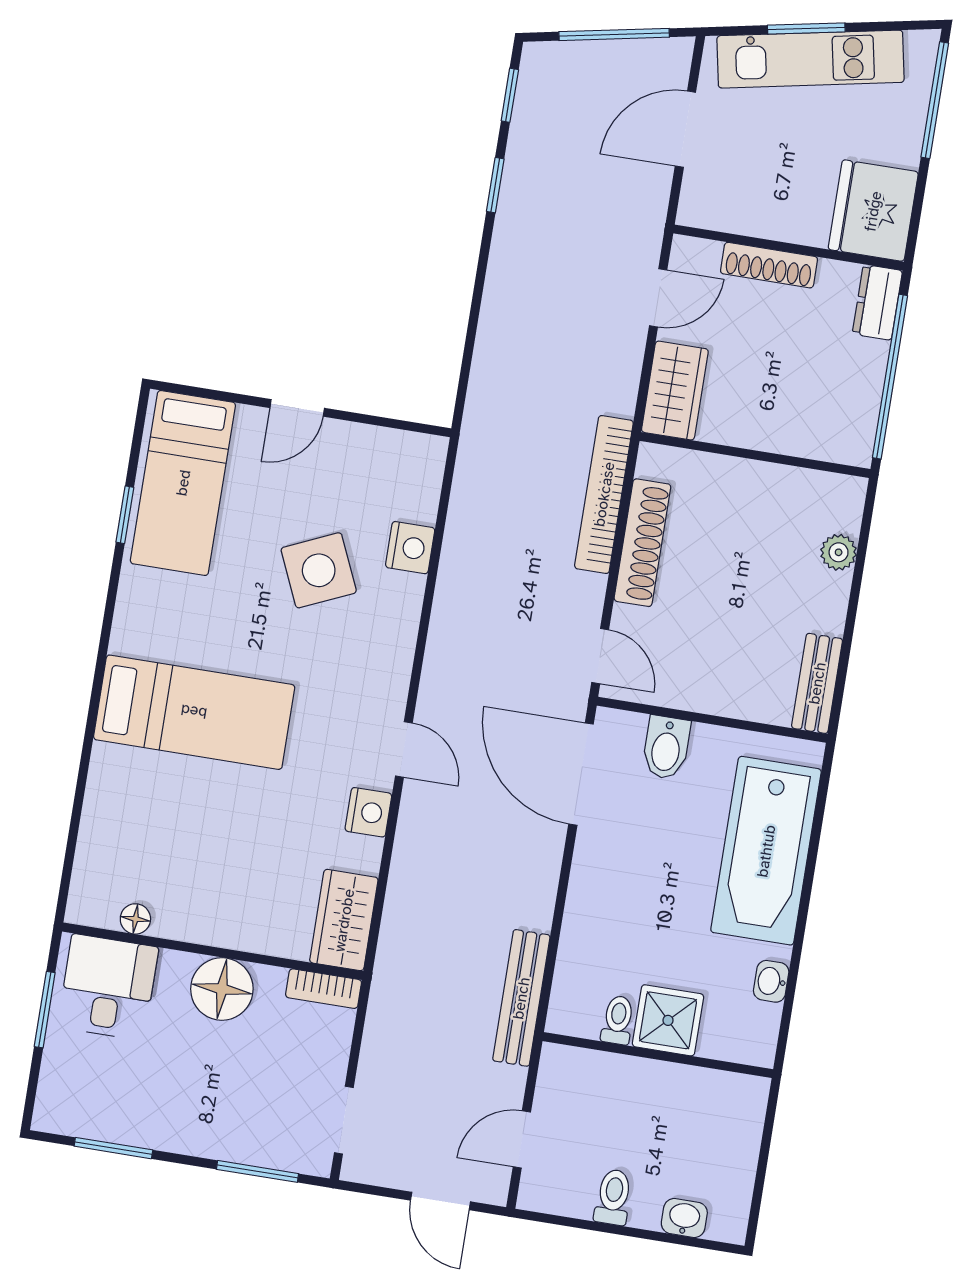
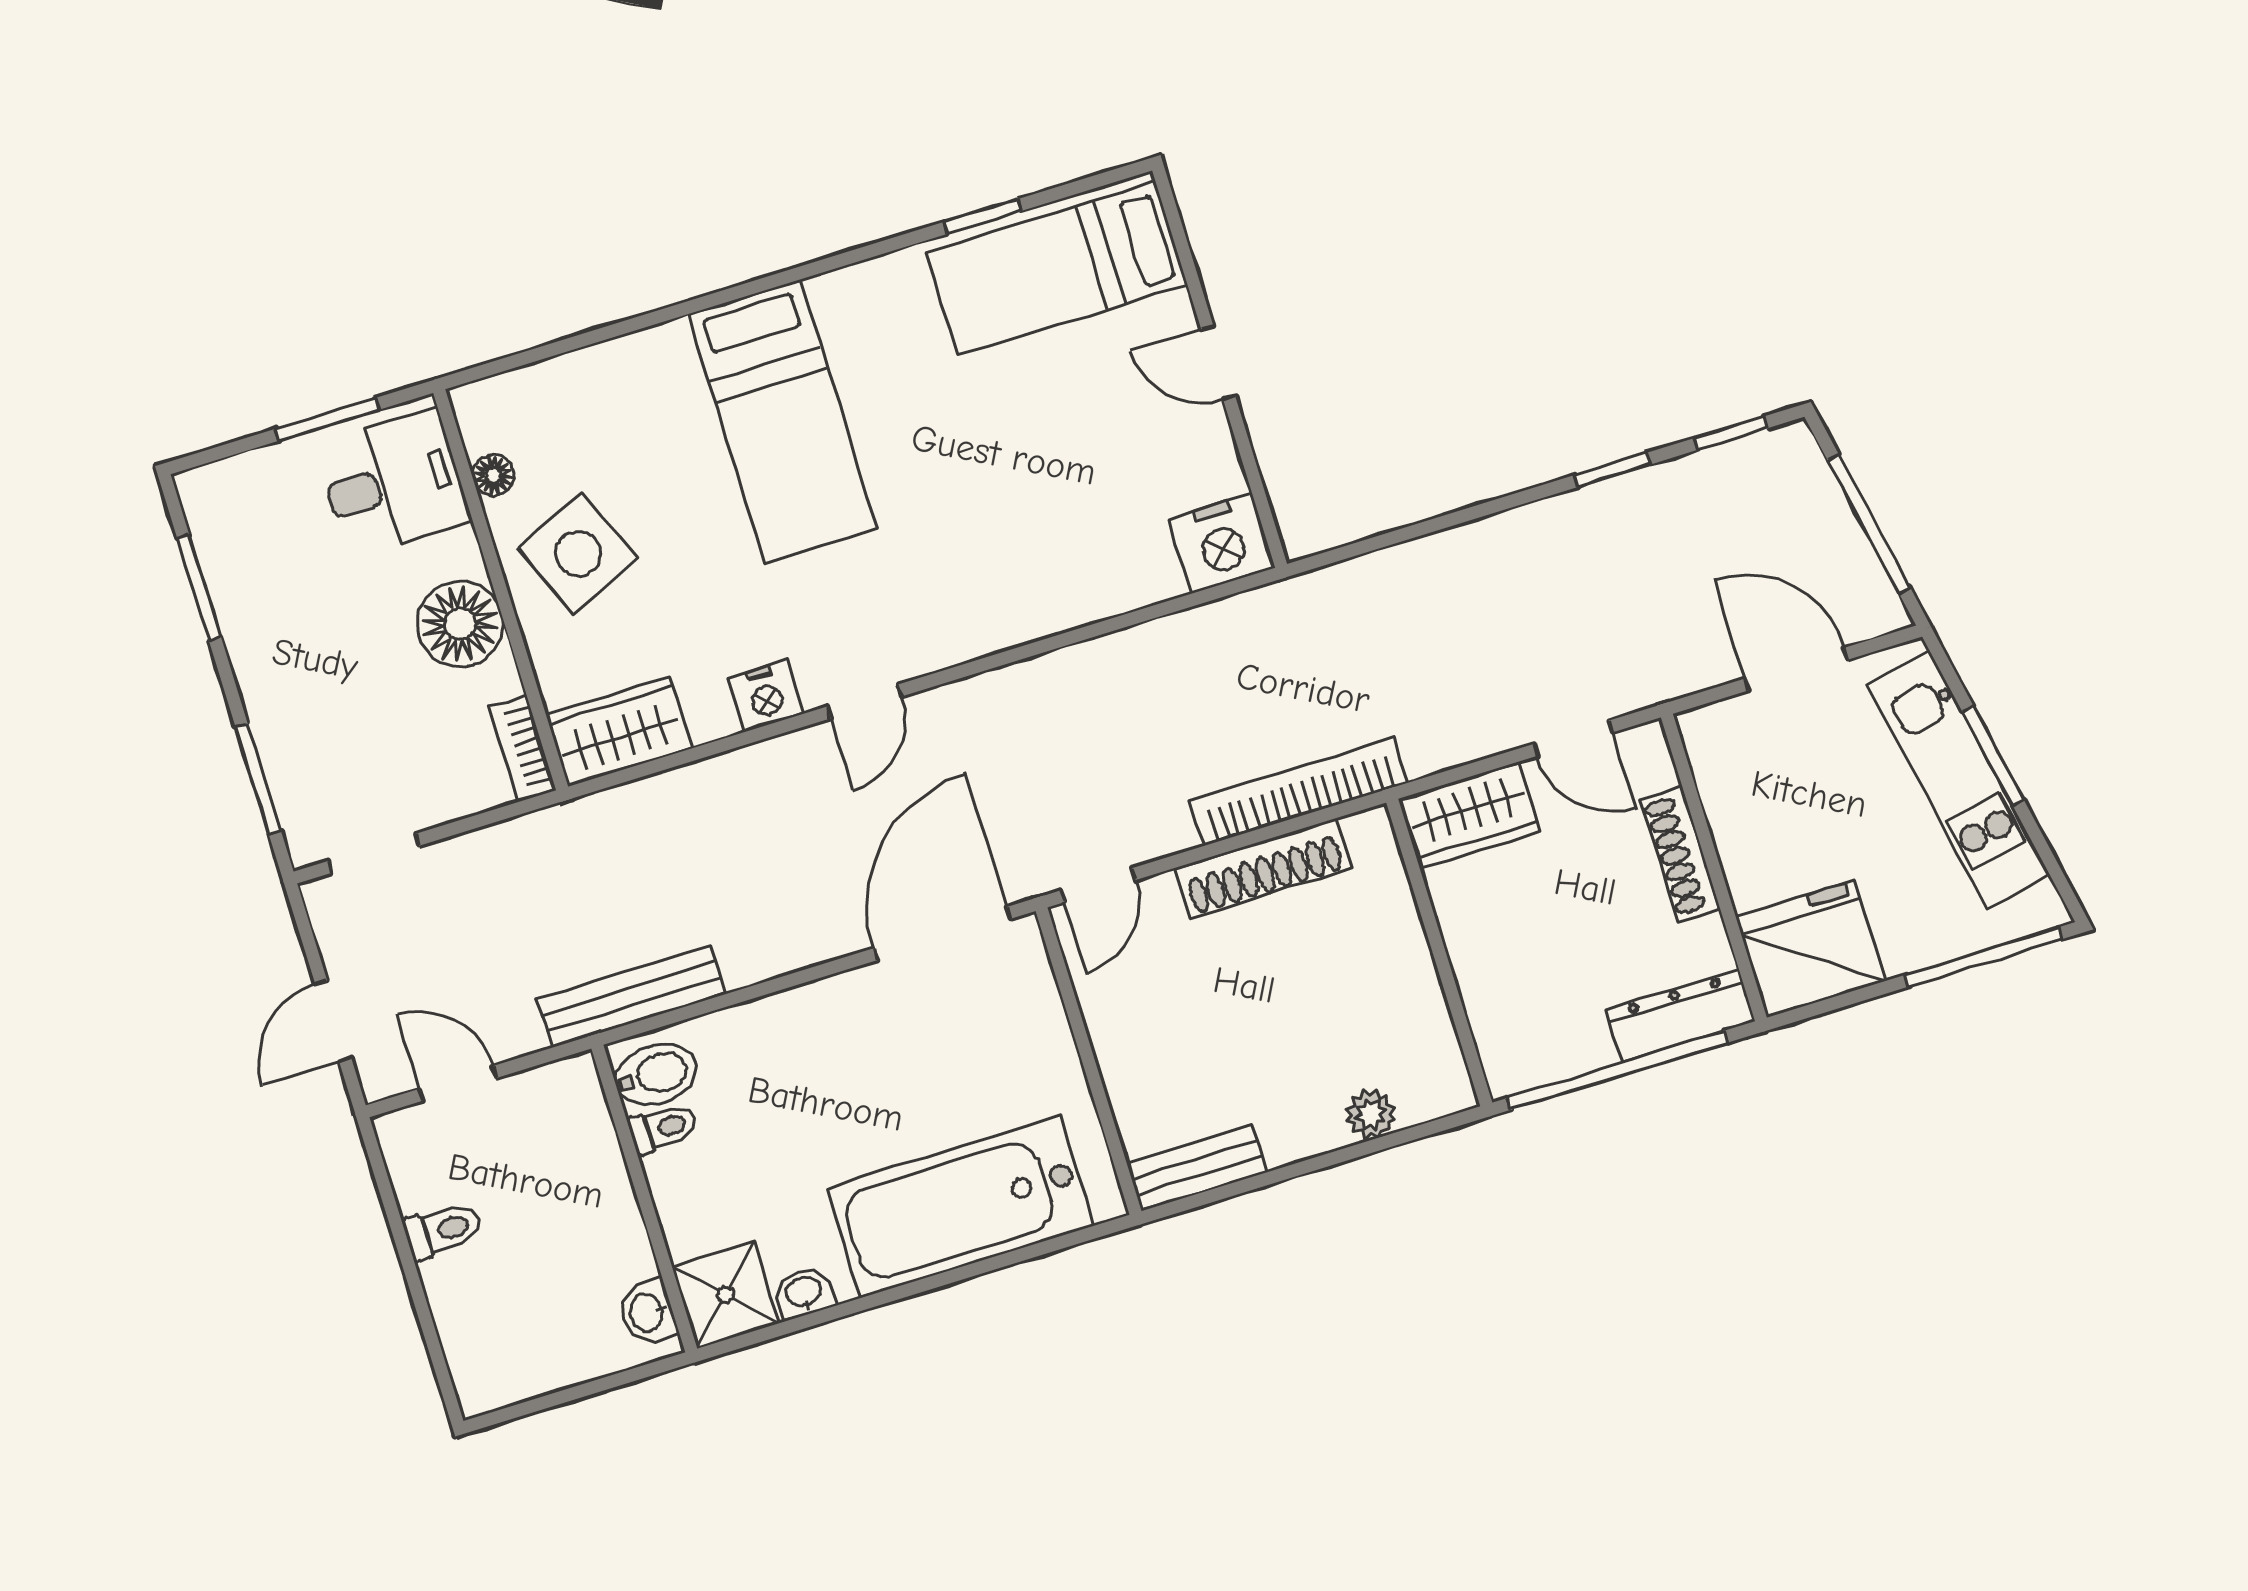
dresser: (877, 302) -> (1681, 1016), width x1.44
nightstand: (410, 548) -> (1222, 543), moved, width x1.36, depth x1.33
side table: (319, 570) -> (578, 553), moved
bidet: (666, 748) -> (656, 1074), moved, turned 180
shower: (668, 1020) -> (726, 1295), moved
washbasin: (684, 1218) -> (648, 1312), moved, turned 180

